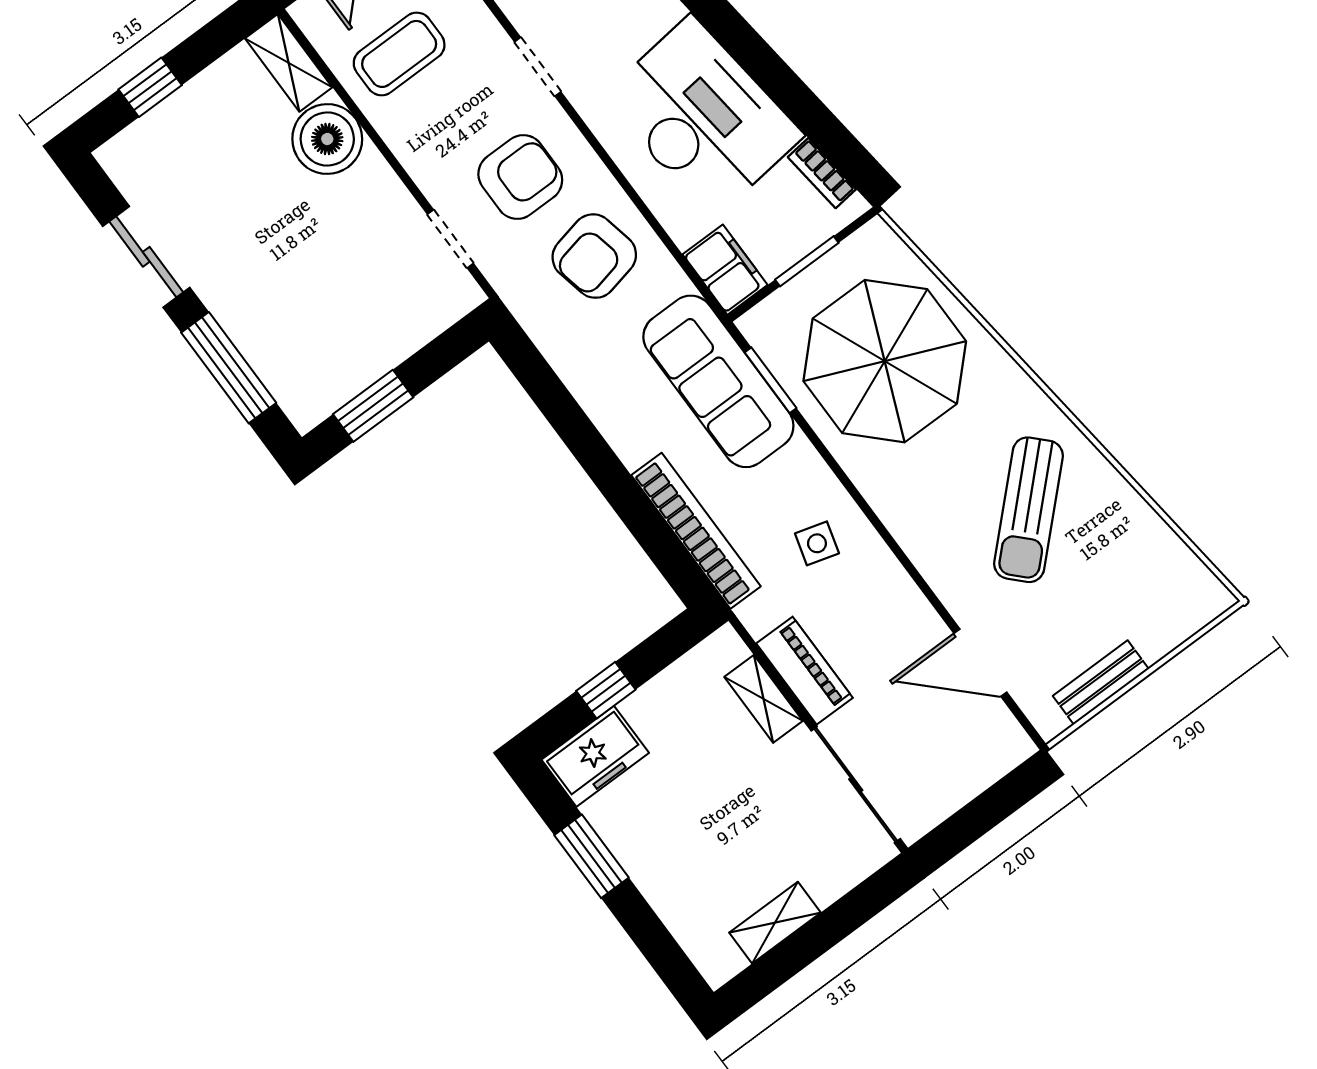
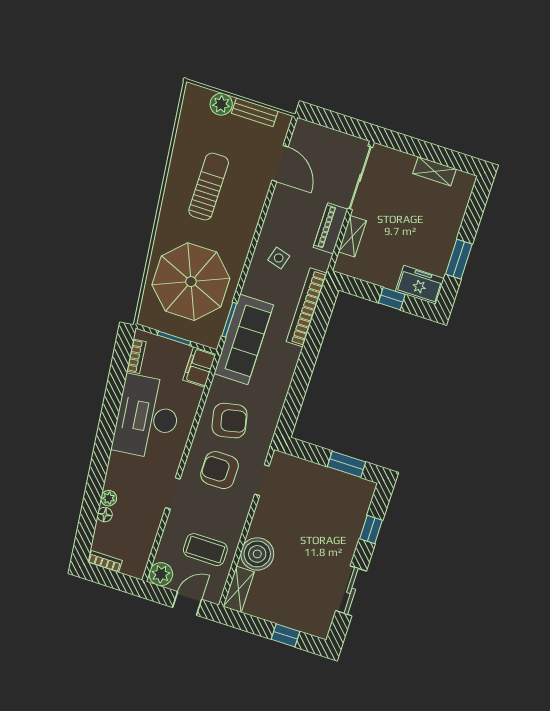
window: (229, 368) -> (371, 530), width x0.46
sun lounger: (1028, 510) -> (209, 187), turned -46
plant: (1157, 634) -> (221, 104), added

